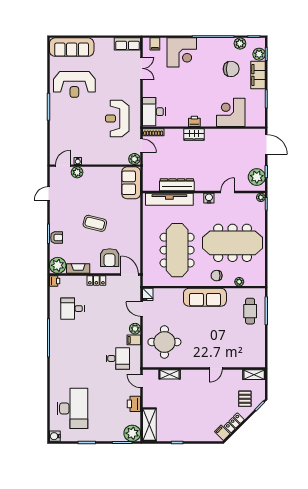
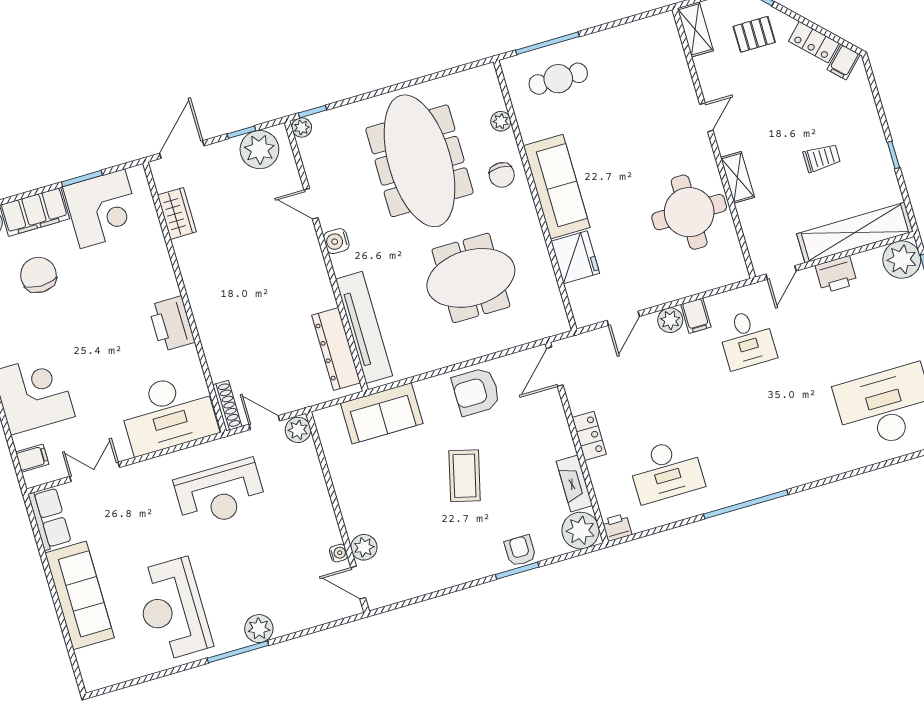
sofa: (72, 47) -> (80, 595), moved
reception desk: (74, 84) -> (172, 609), turned 180
desk: (154, 112) -> (168, 413), width x1.36, depth x1.30
corner desk: (231, 112) -> (103, 209), moved, turned -90
plant: (56, 118) -> (259, 629), added
printer: (194, 121) -> (172, 324), width x1.87, depth x1.48
wardrobe: (194, 135) -> (177, 213), moved
door: (142, 146) -> (264, 423), hinge flipped
sofa: (131, 183) -> (382, 413), moved
dresser: (177, 185) -> (336, 349), moved
door: (49, 193) -> (428, 596), removed
meeting table: (177, 250) -> (471, 278), width x0.73
armchair: (110, 258) -> (476, 392), moved, turned 180
fridge: (148, 294) -> (575, 257), moved, width x1.88, depth x1.34
desk: (72, 309) -> (666, 471), width x1.37
round table: (164, 342) -> (689, 212), moved
desk: (118, 358) -> (747, 339), turned 180
door: (216, 369) -> (706, 117), hinge flipped
shelving: (170, 374) -> (738, 177), moved
trolley: (185, 412) -> (822, 158), added
shelving: (149, 425) -> (855, 233), width x1.47

